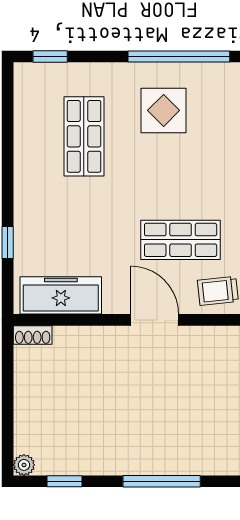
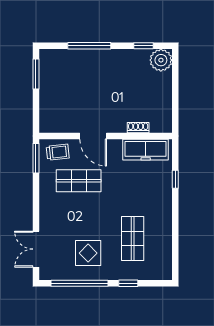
window: (50, 56) -> (128, 283), moved
shoe rack: (33, 335) -> (138, 128), moved
plant: (24, 465) -> (161, 60), width x1.88, depth x1.88

